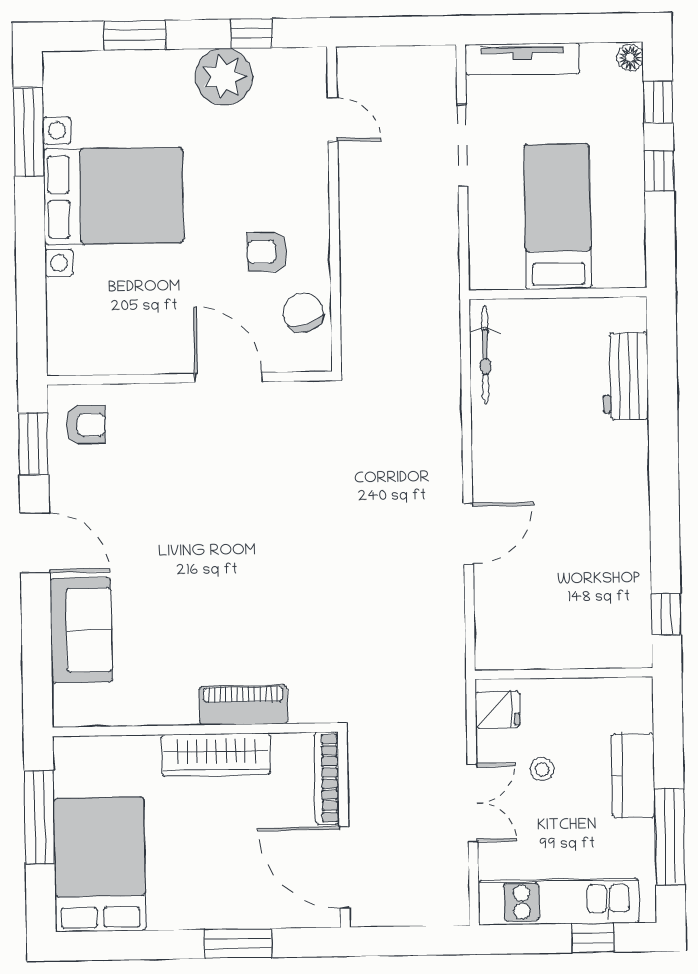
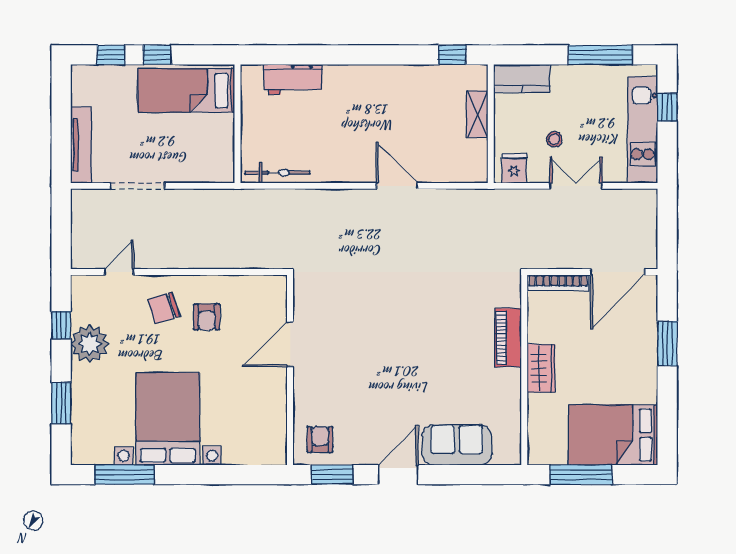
floor lamp: (630, 58) -> (81, 73), removed
bed: (558, 217) -> (186, 90), moved
chair: (303, 312) -> (164, 308), moved
shelving: (578, 653) -> (477, 114), added
wardrobe: (216, 755) -> (541, 368), width x0.67
kitchen counter: (633, 776) -> (522, 79), moved

